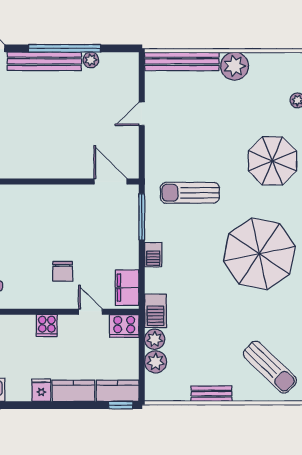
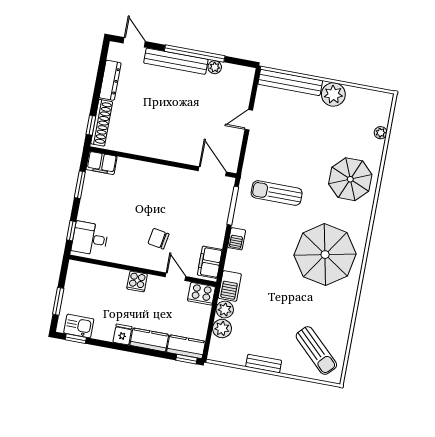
chair: (63, 271) -> (159, 239), turned 100

